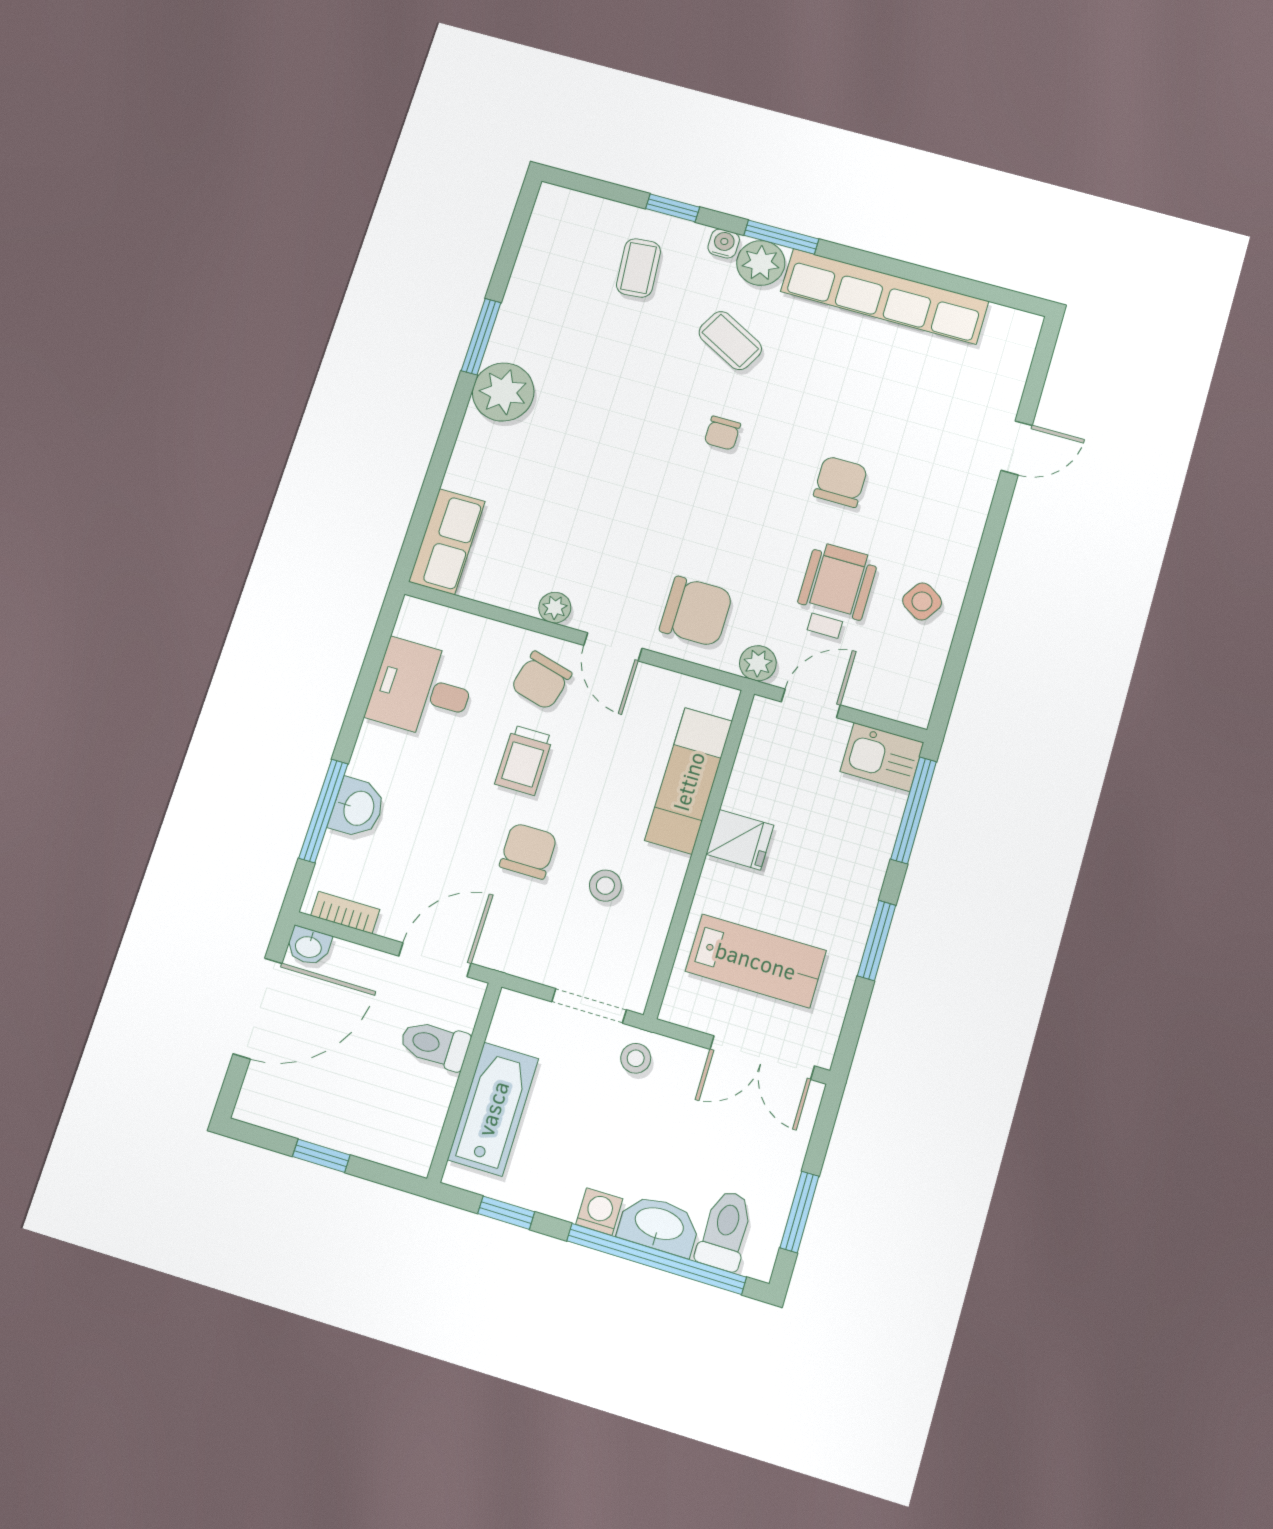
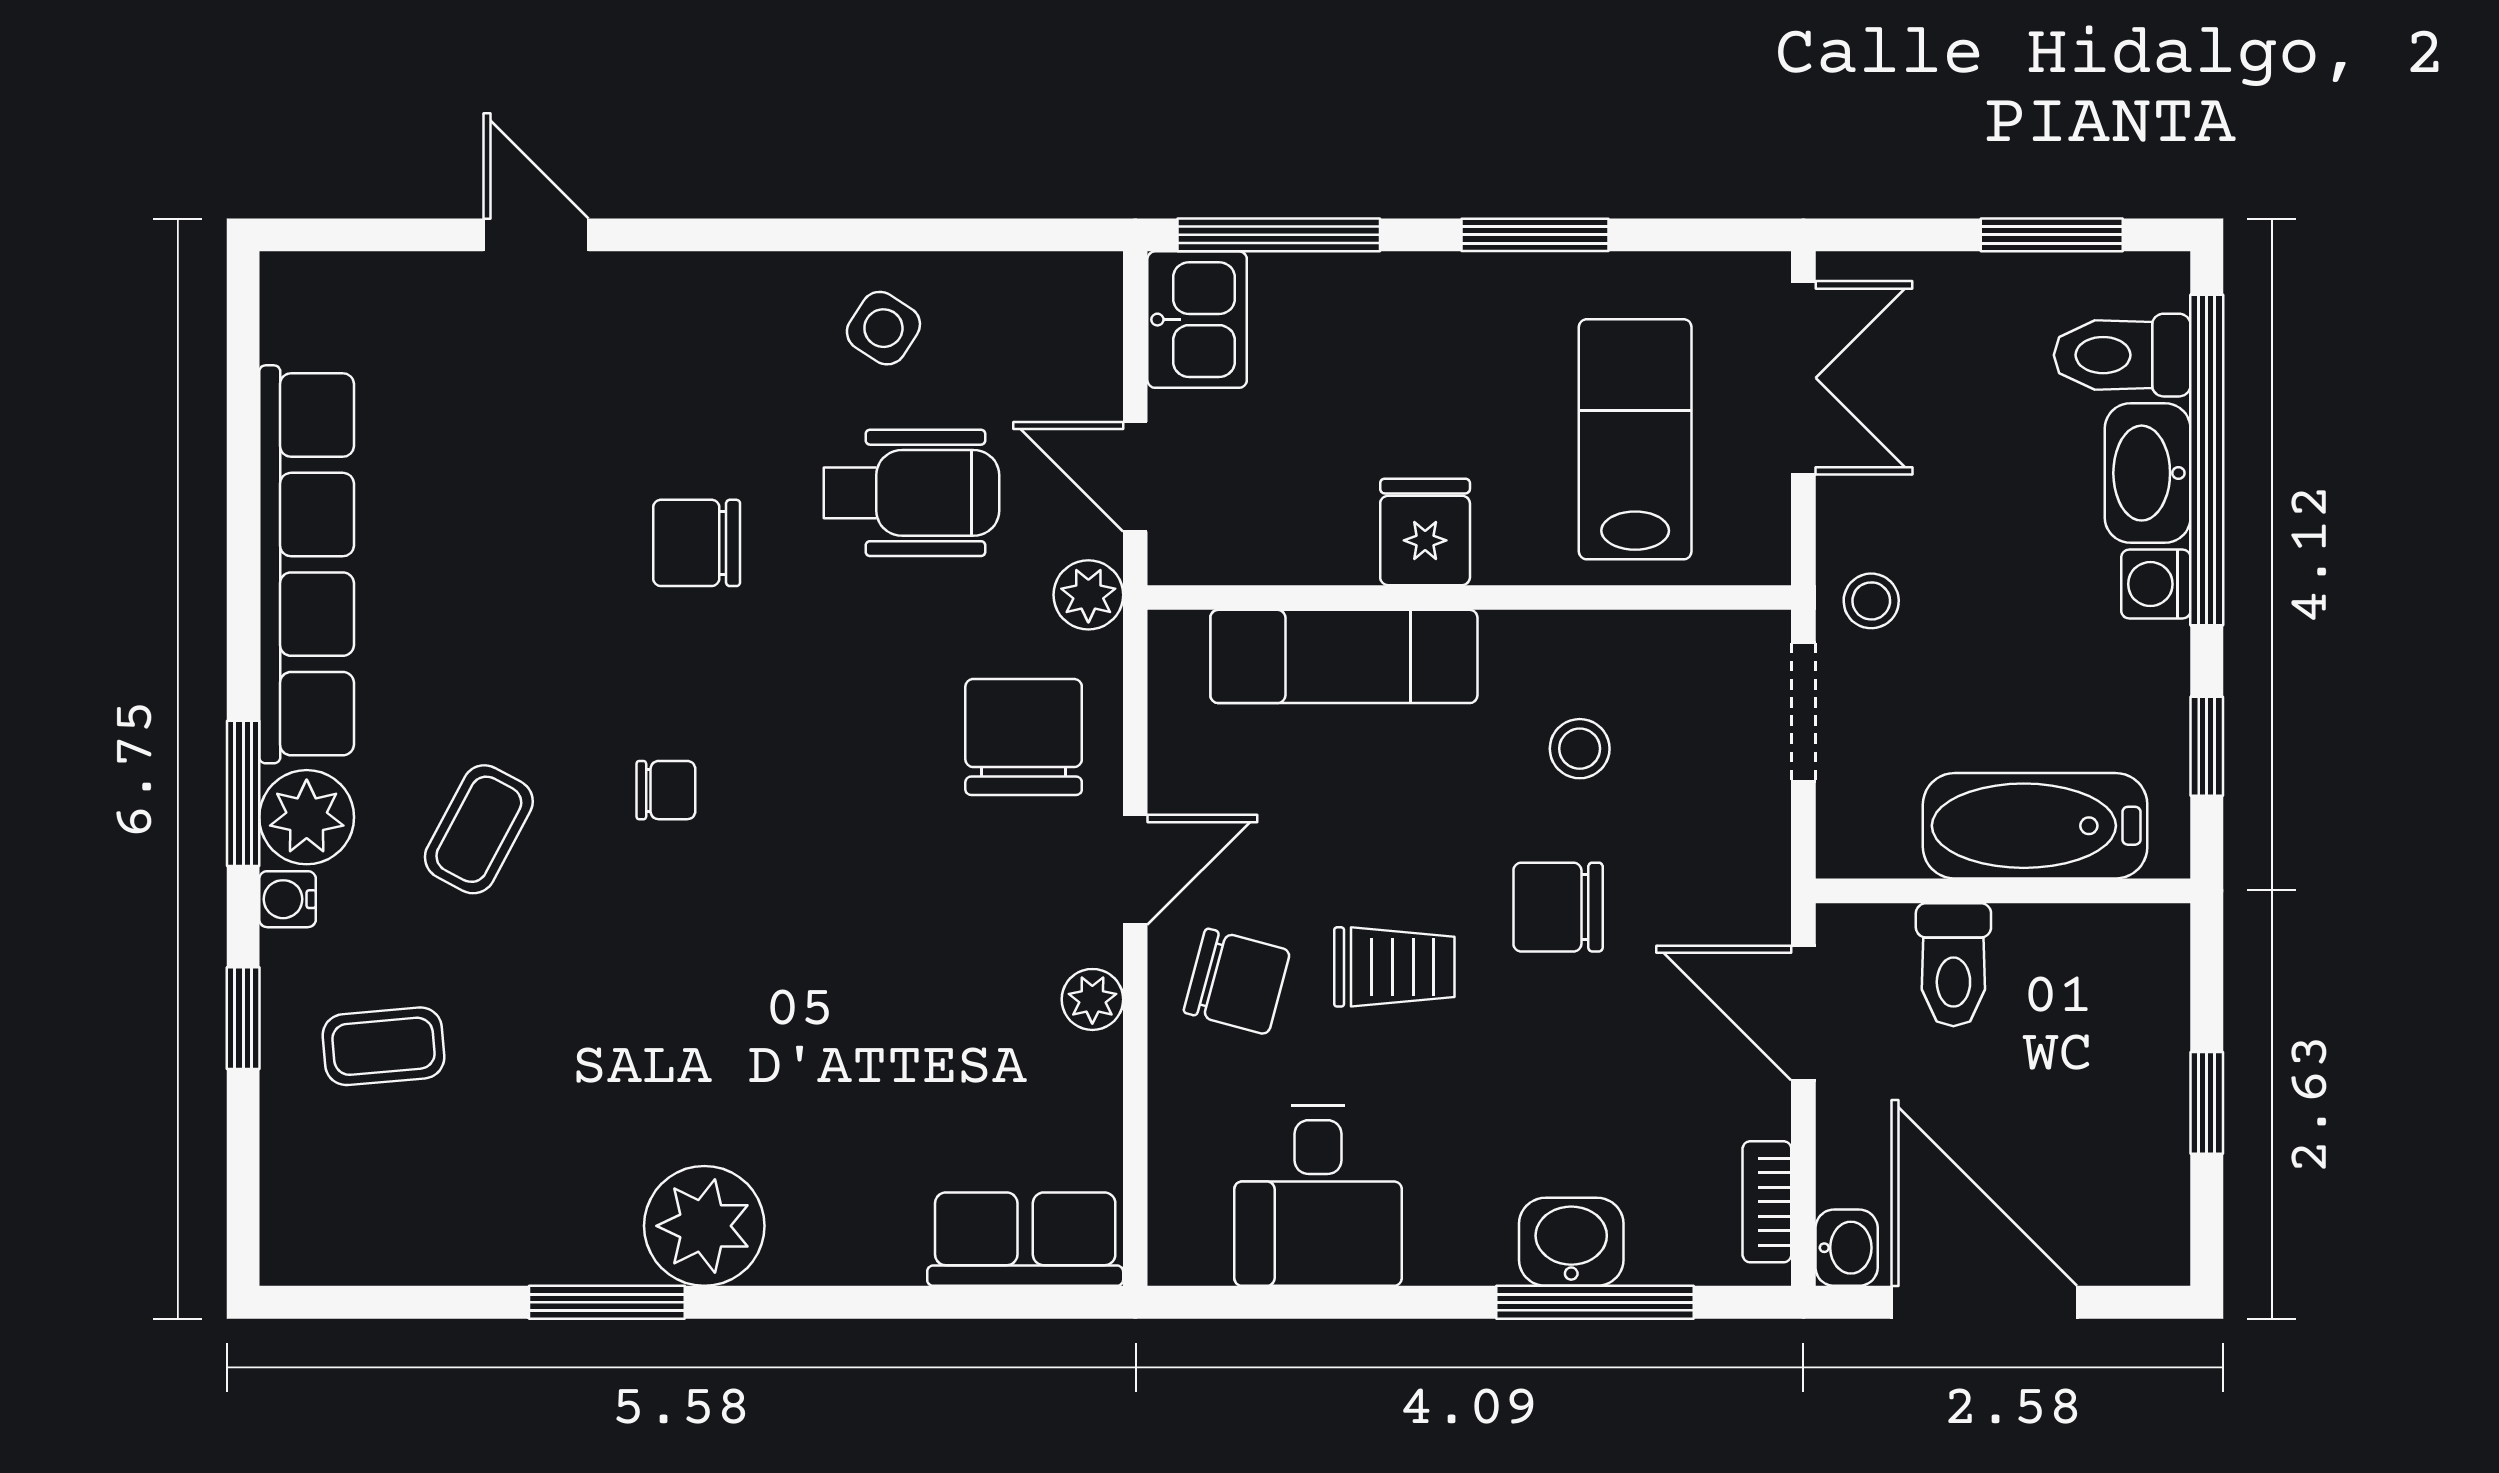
wheelchair: (835, 592) -> (911, 493), turned 180

